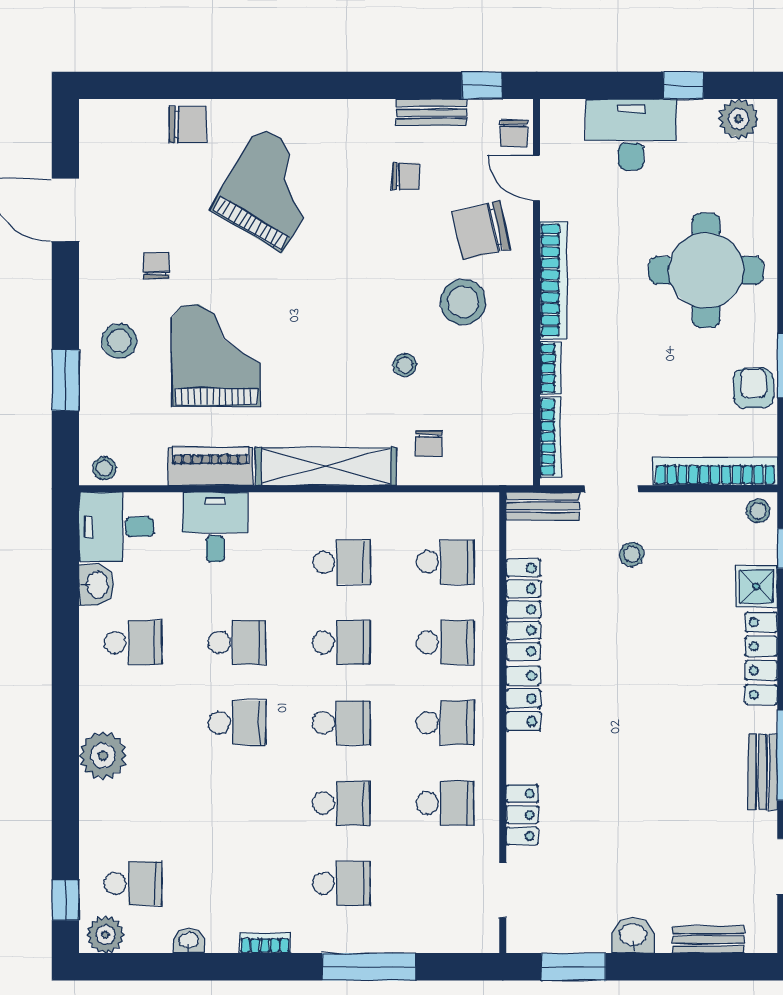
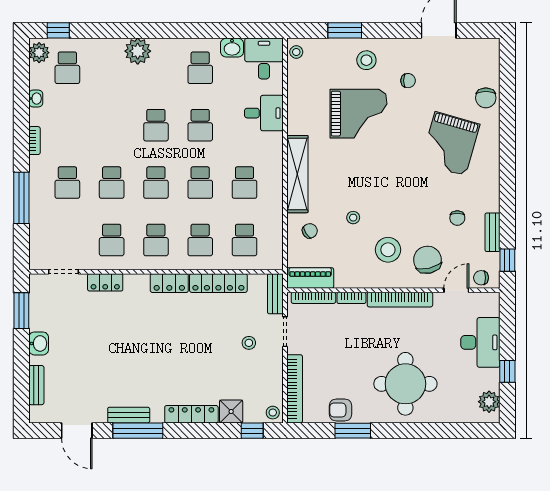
grand piano: (271, 189) -> (450, 144), turned 75
armchair: (754, 388) -> (340, 410), turned 180
chair: (429, 444) -> (310, 231), turned 147
piano: (210, 466) -> (310, 278), moved, turned -90

